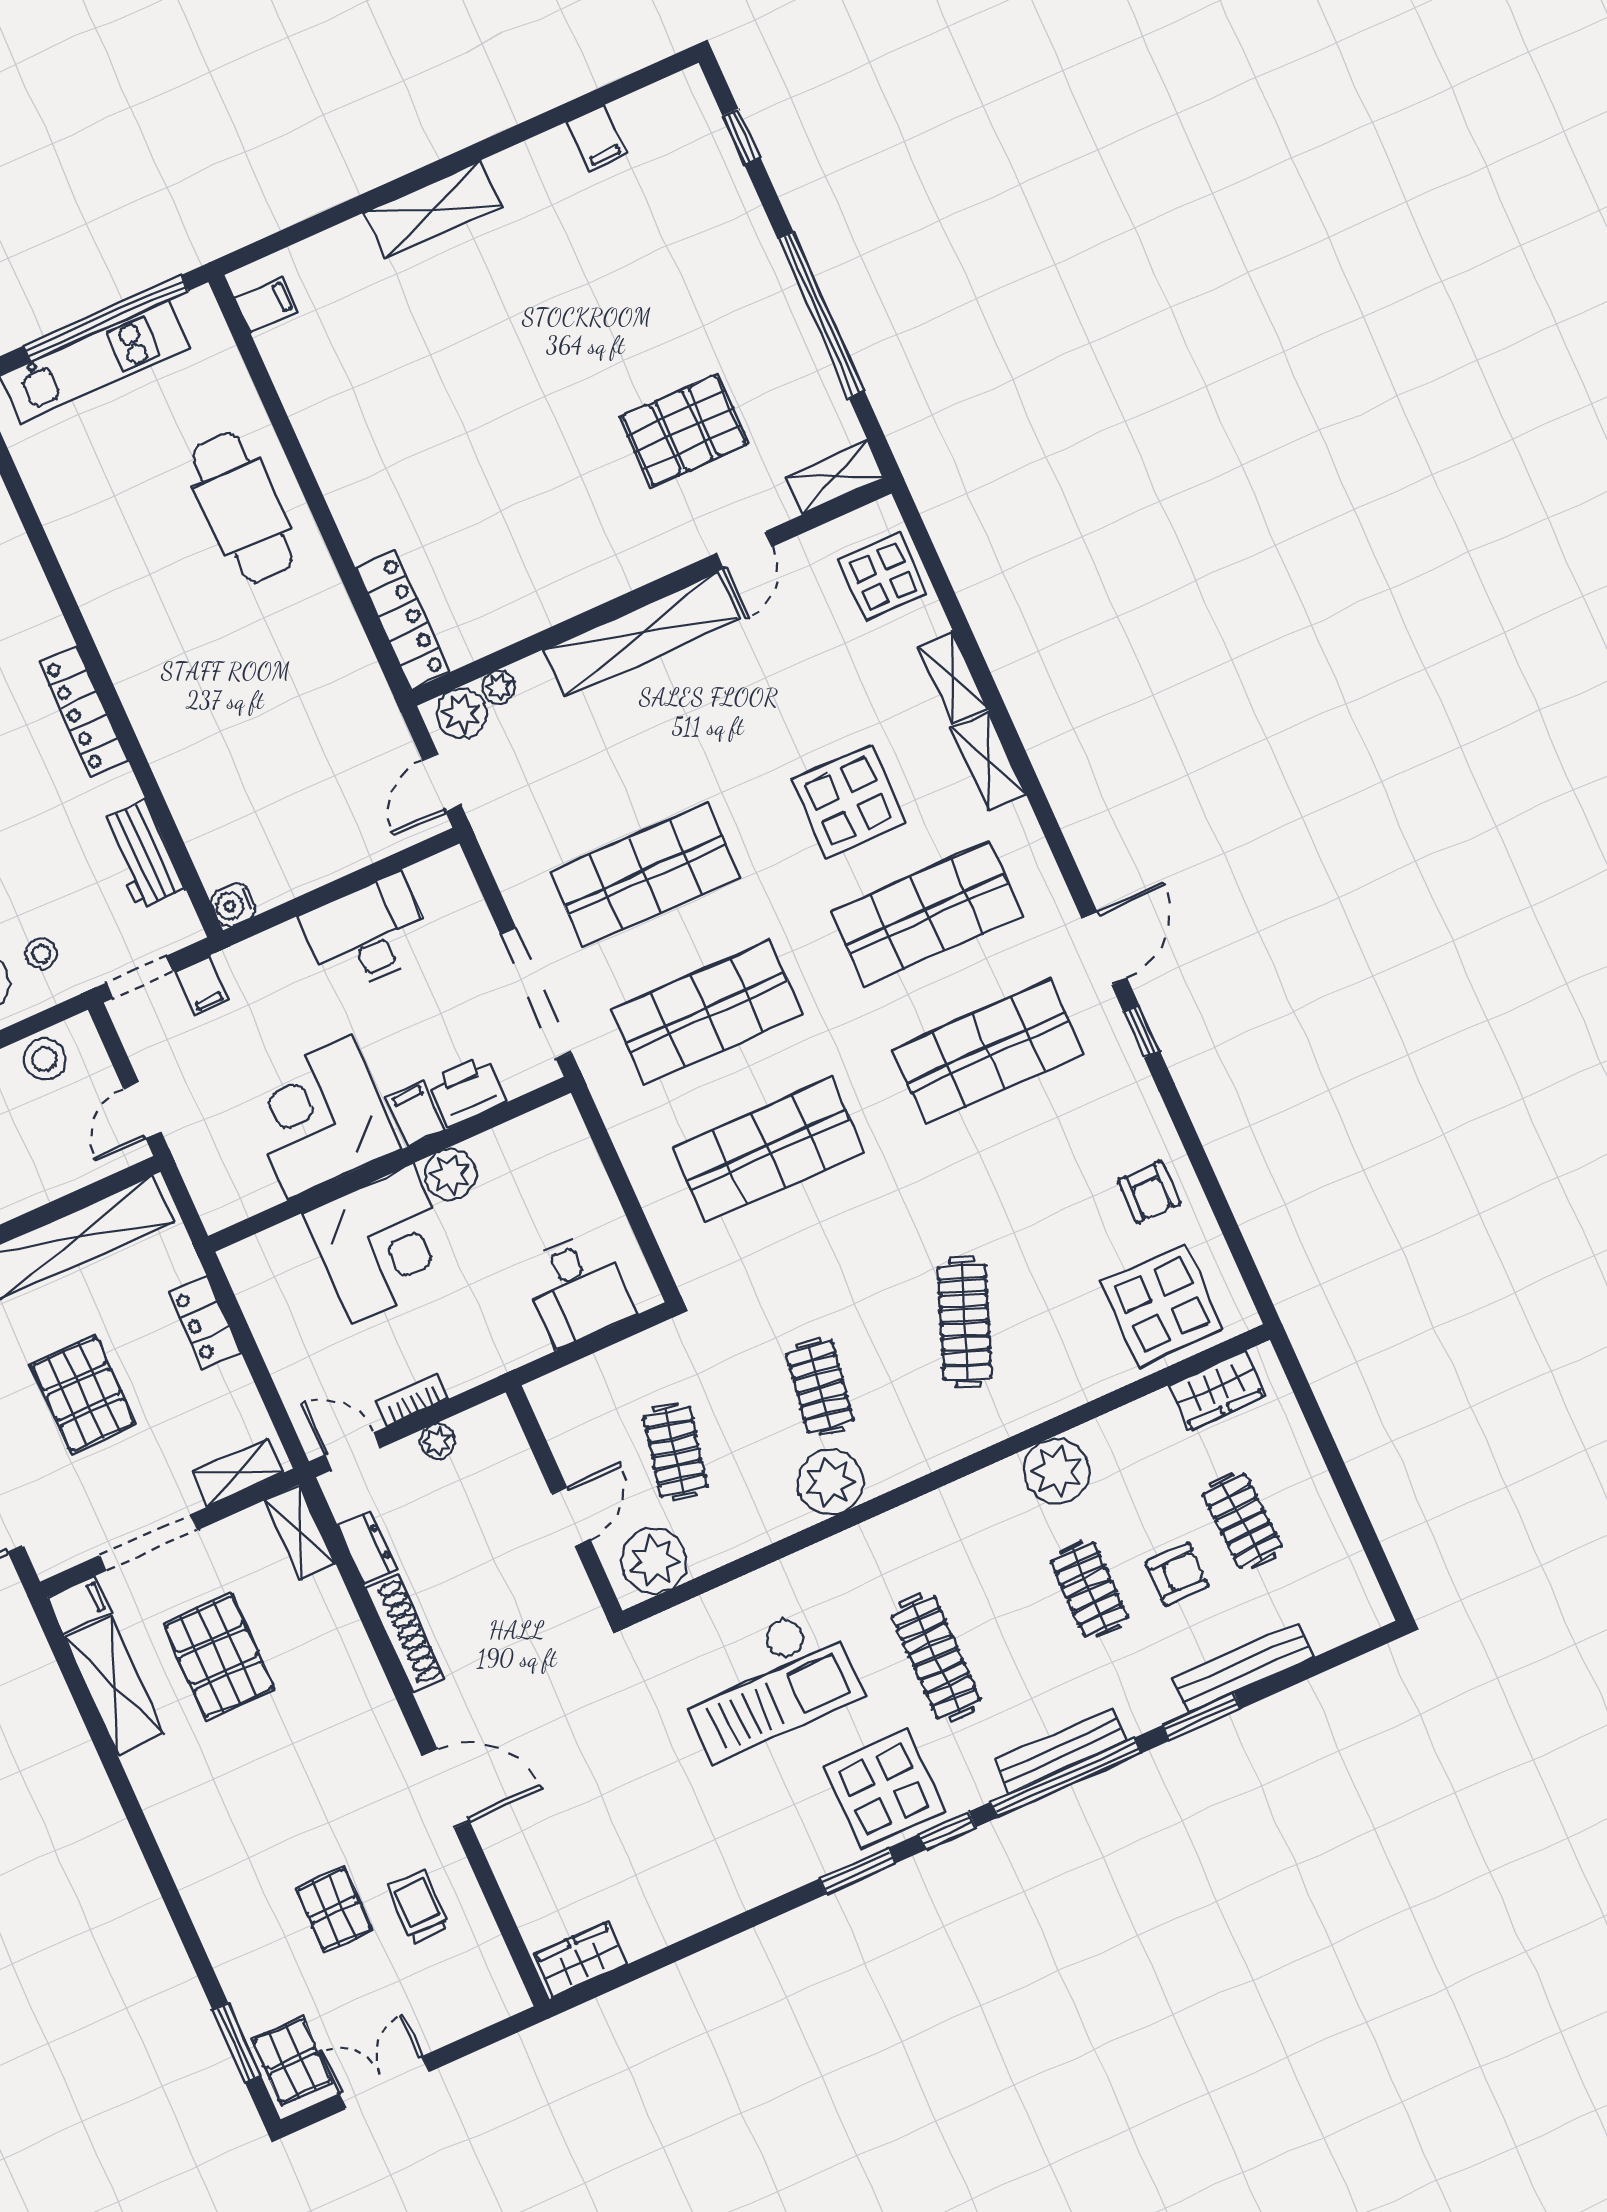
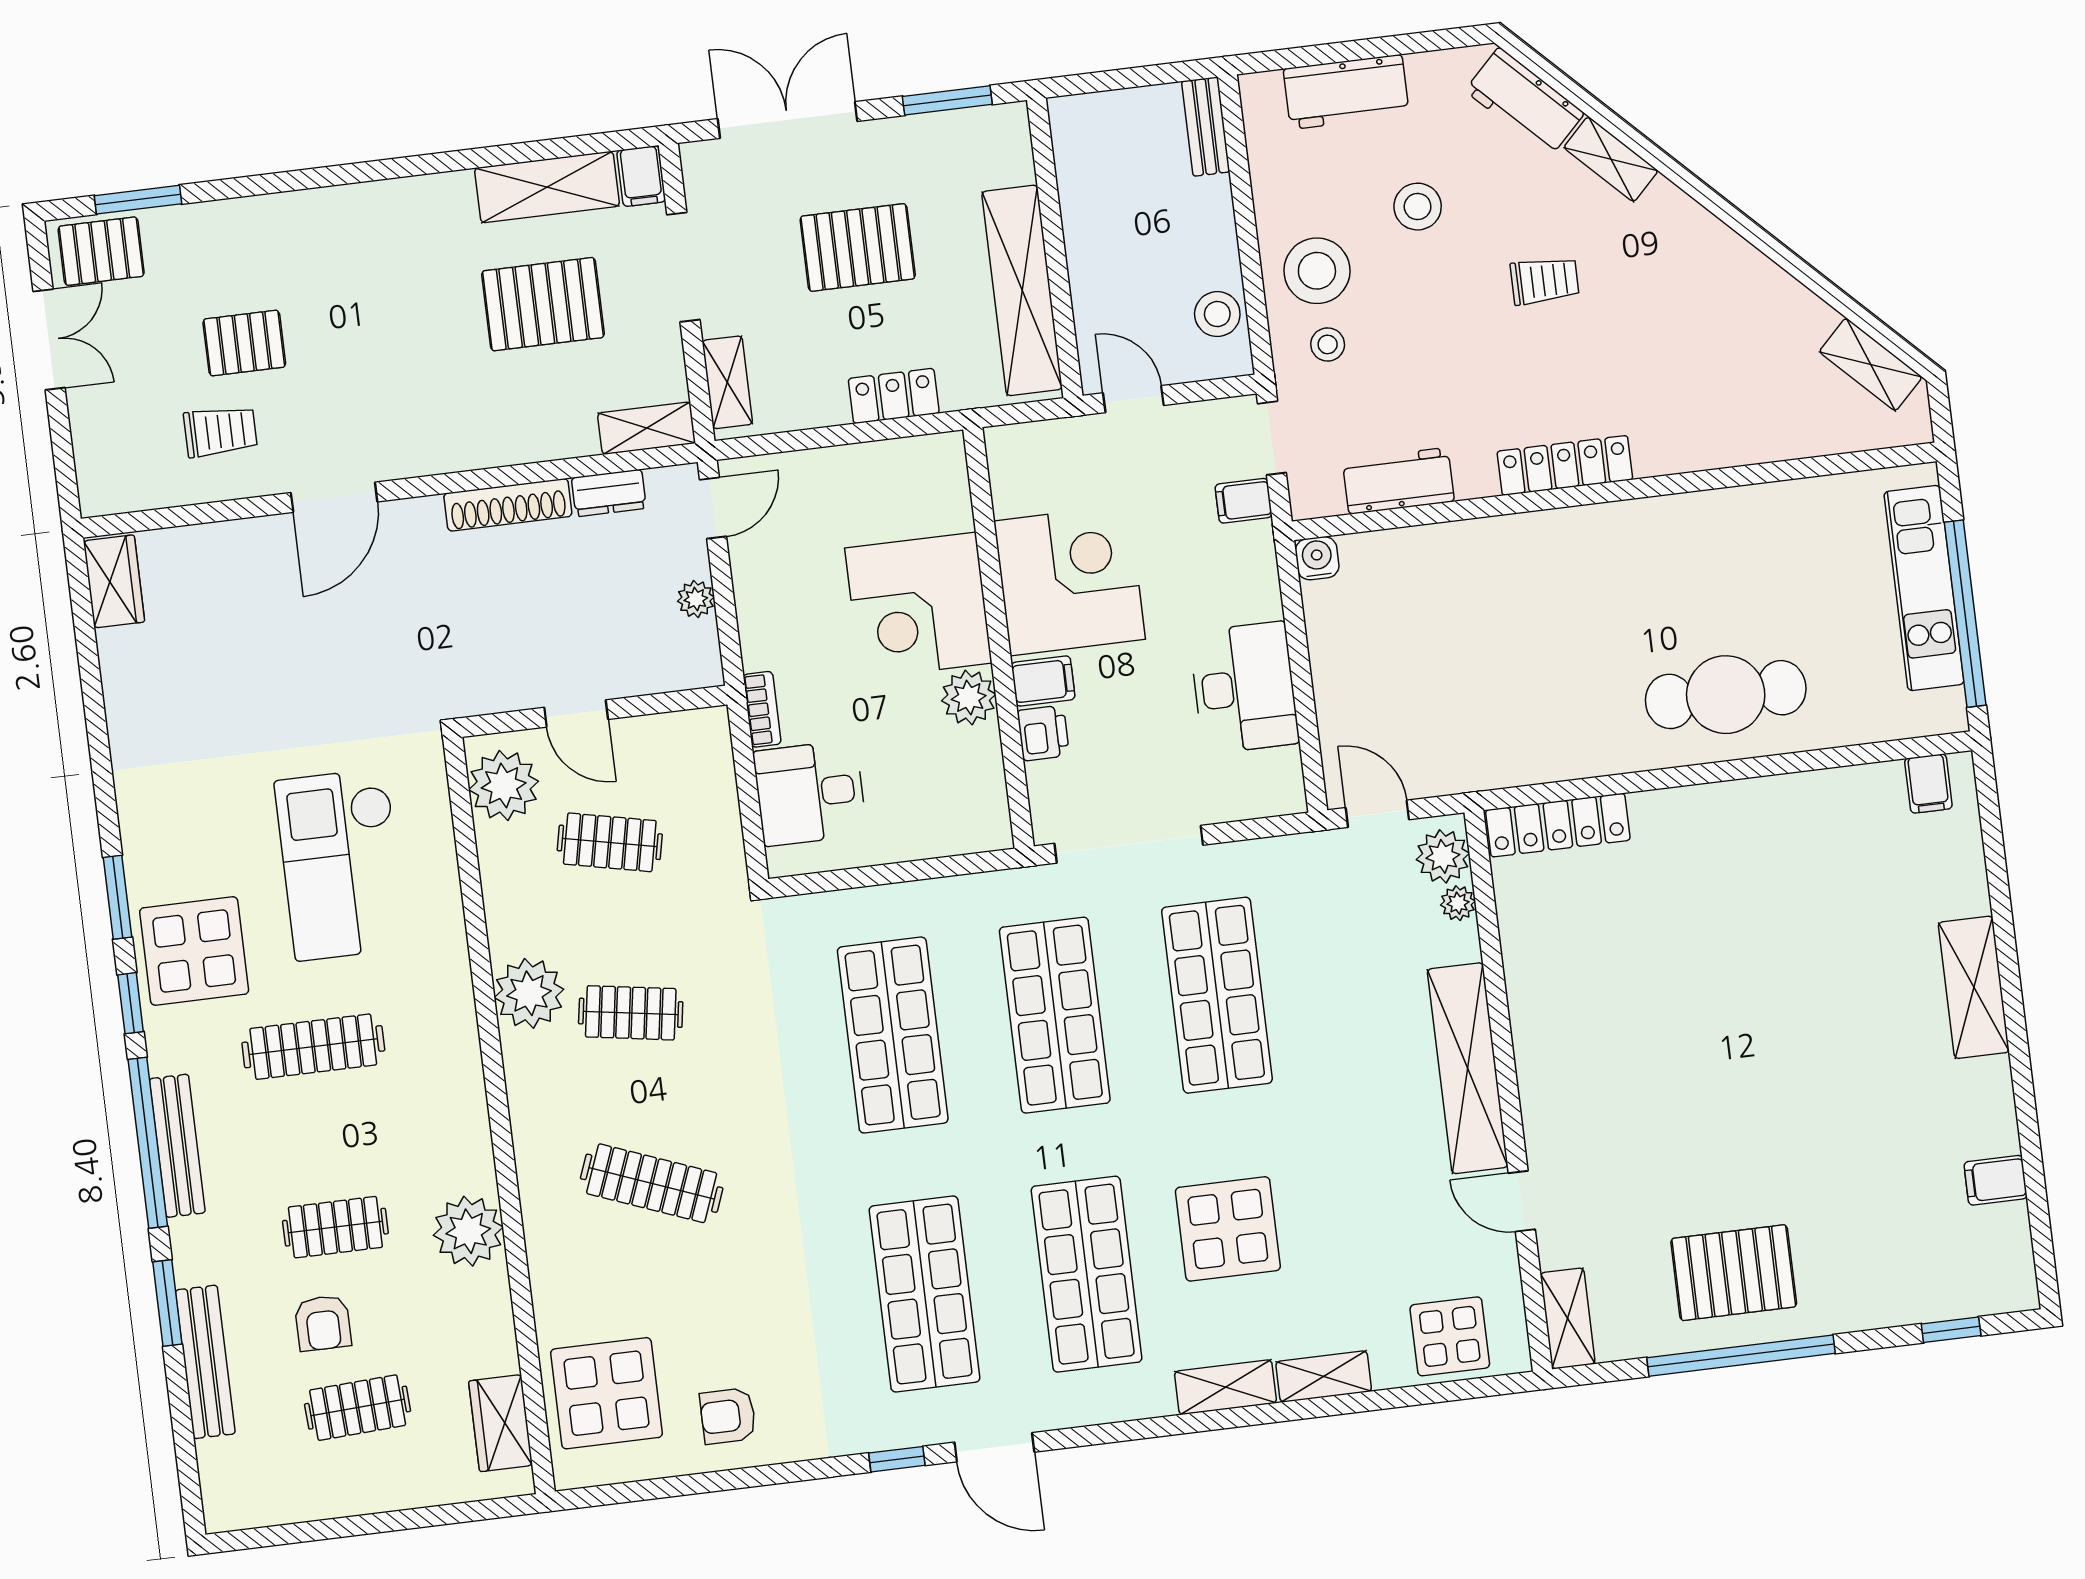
pallet: (684, 430) -> (1734, 1273), moved, turned 90
printer: (467, 1091) -> (1043, 733), width x0.73, depth x0.81
bookcase: (412, 1400) -> (762, 709), moved

